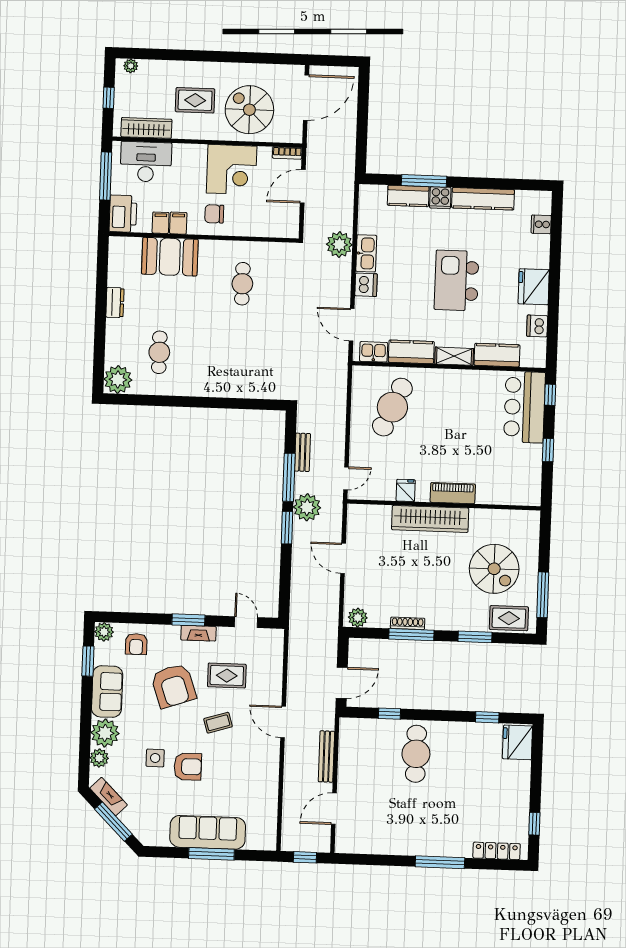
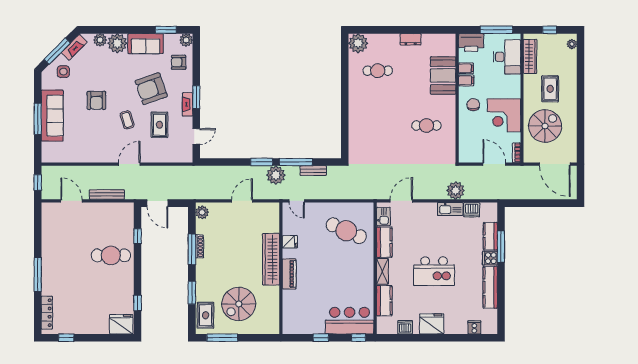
kitchen island: (457, 280) -> (434, 271), turned 180
dishwasher: (366, 285) -> (472, 210), moved
side table: (155, 758) -> (63, 72), moved

